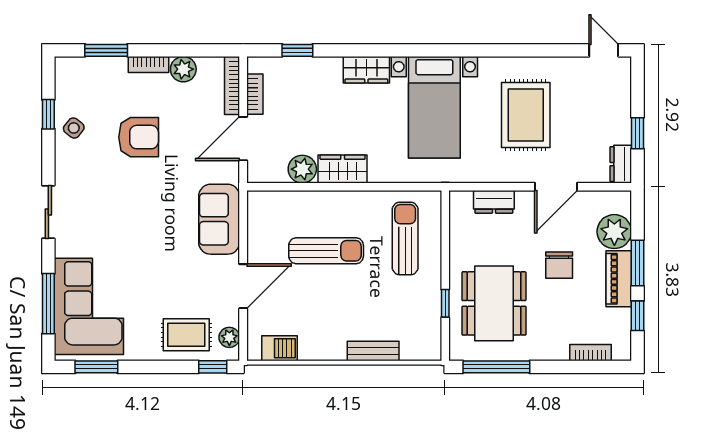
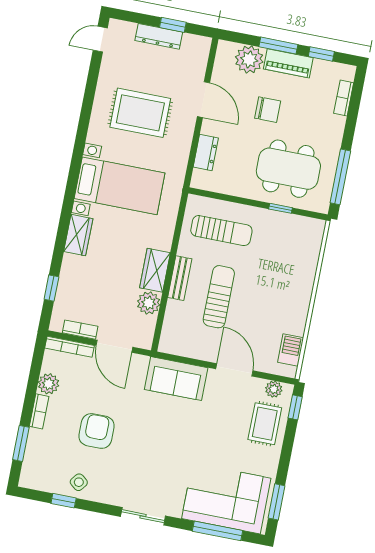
dresser: (621, 164) -> (159, 36), moved, width x1.44
sun lounger: (405, 239) -> (221, 231), turned 180
bench: (373, 351) -> (180, 278), moved

